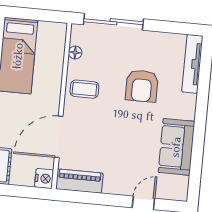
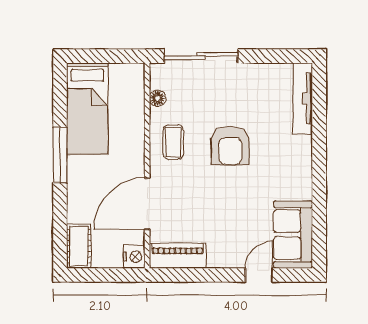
armchair: (142, 86) -> (230, 146), moved
coffee table: (84, 89) -> (173, 142), turned 90
sofa: (176, 147) -> (293, 235), moved

